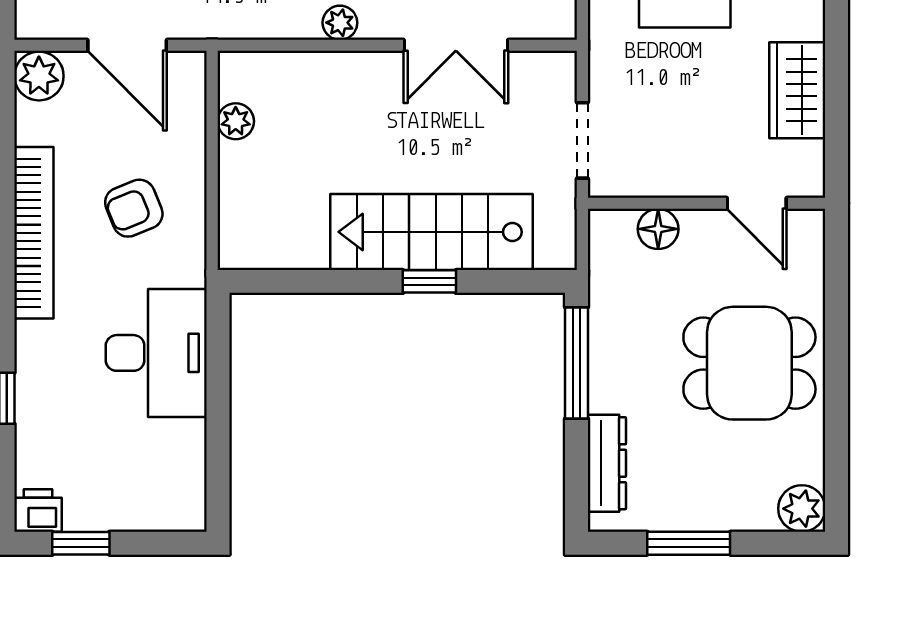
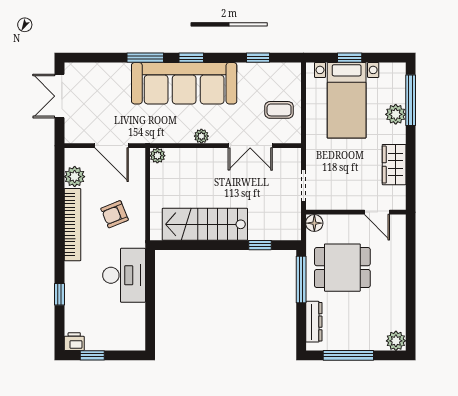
plant: (39, 76) -> (75, 177), moved
plant: (236, 121) -> (157, 156), moved
floor lamp: (658, 229) -> (314, 223), moved
stairs: (431, 232) -> (205, 224), moved
window: (429, 281) -> (260, 245), moved
dining table: (749, 363) -> (342, 268), moved
window: (689, 543) -> (348, 355), width x1.44

